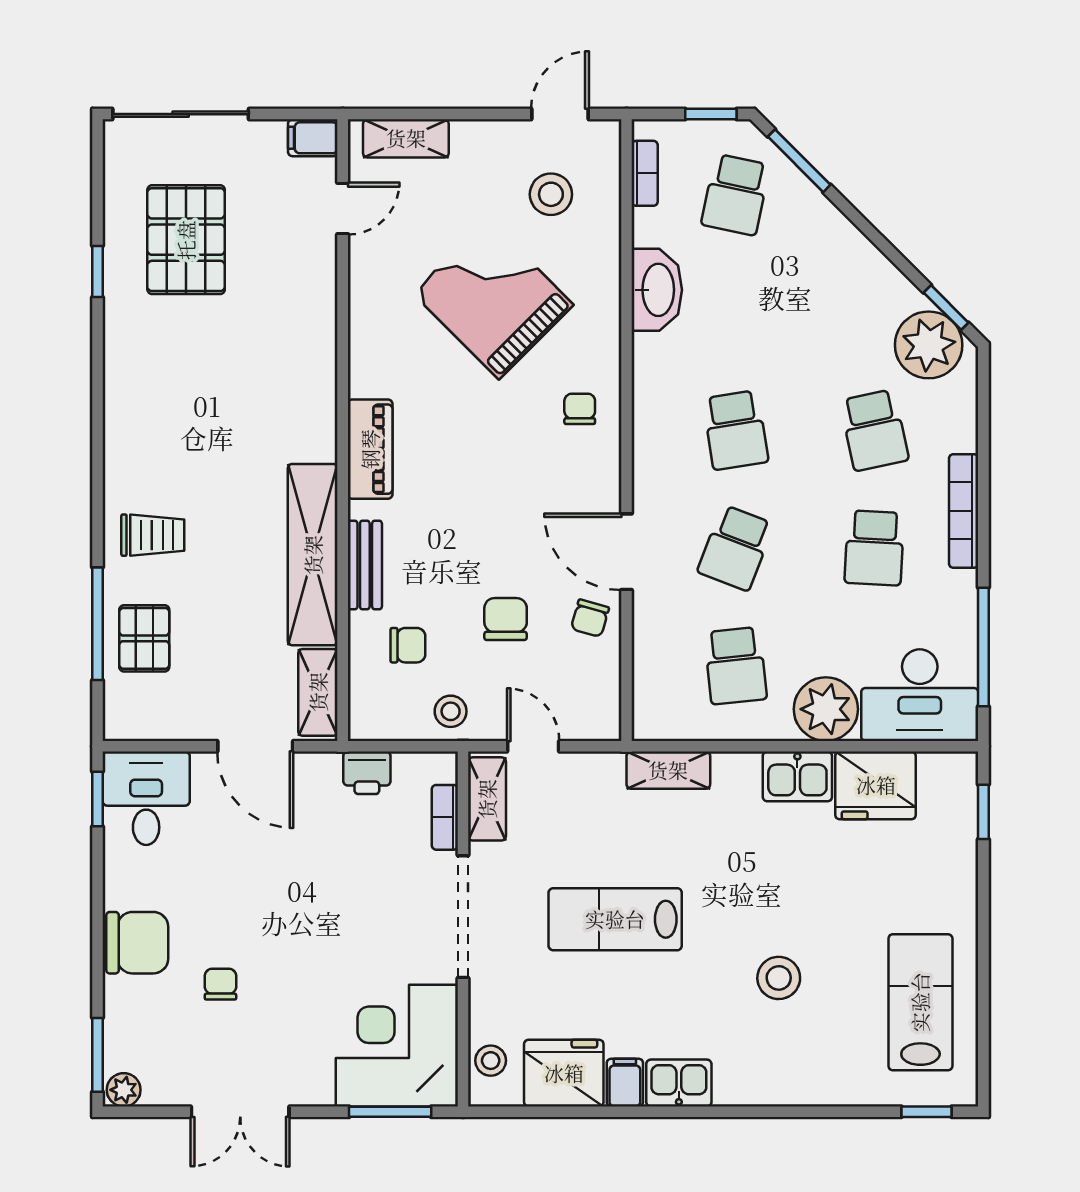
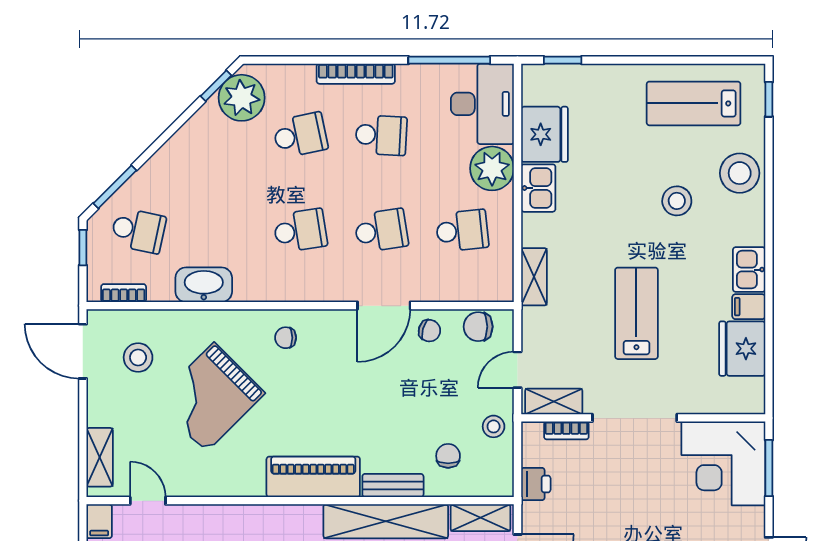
door: (560, 114) -> (83, 351), width x1.38
piano: (370, 449) -> (313, 477), width x1.37, depth x1.33
school desk: (736, 548) -> (381, 231), turned -30
chair: (506, 619) -> (478, 327), moved
lab bench: (615, 919) -> (636, 313), turned 180
stool: (491, 1061) -> (740, 173), moved, width x1.89, depth x1.89

